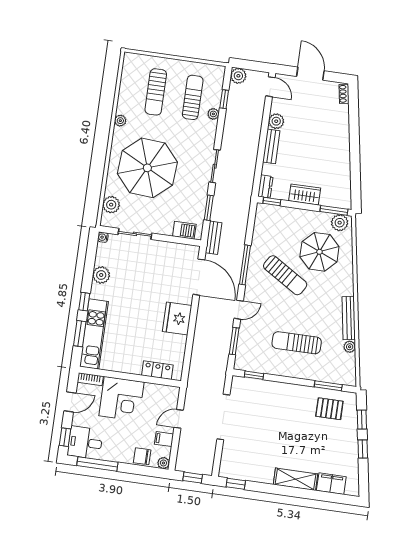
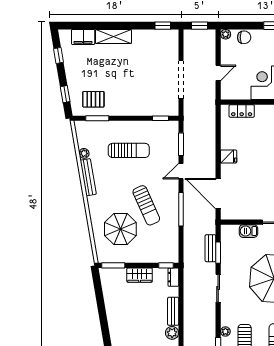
plant: (340, 223) -> (107, 256), removed
barbecue: (184, 230) -> (248, 231), moved
bench: (214, 238) -> (210, 248), moved
sun lounger: (285, 275) -> (146, 205), turned -146
fridge: (177, 318) -> (229, 157), width x0.53, depth x0.75
filing cabinet: (164, 439) -> (228, 54), removed
window: (363, 449) -> (59, 56), moved

